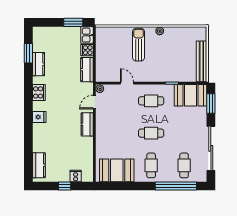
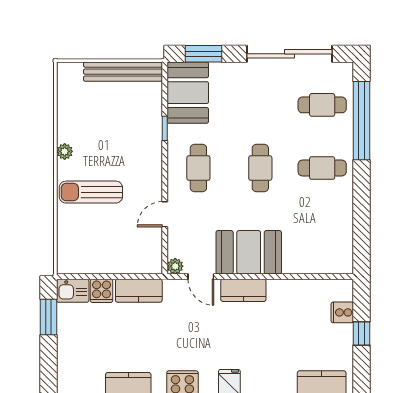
booth: (117, 170) -> (249, 252), moved, turned 90

